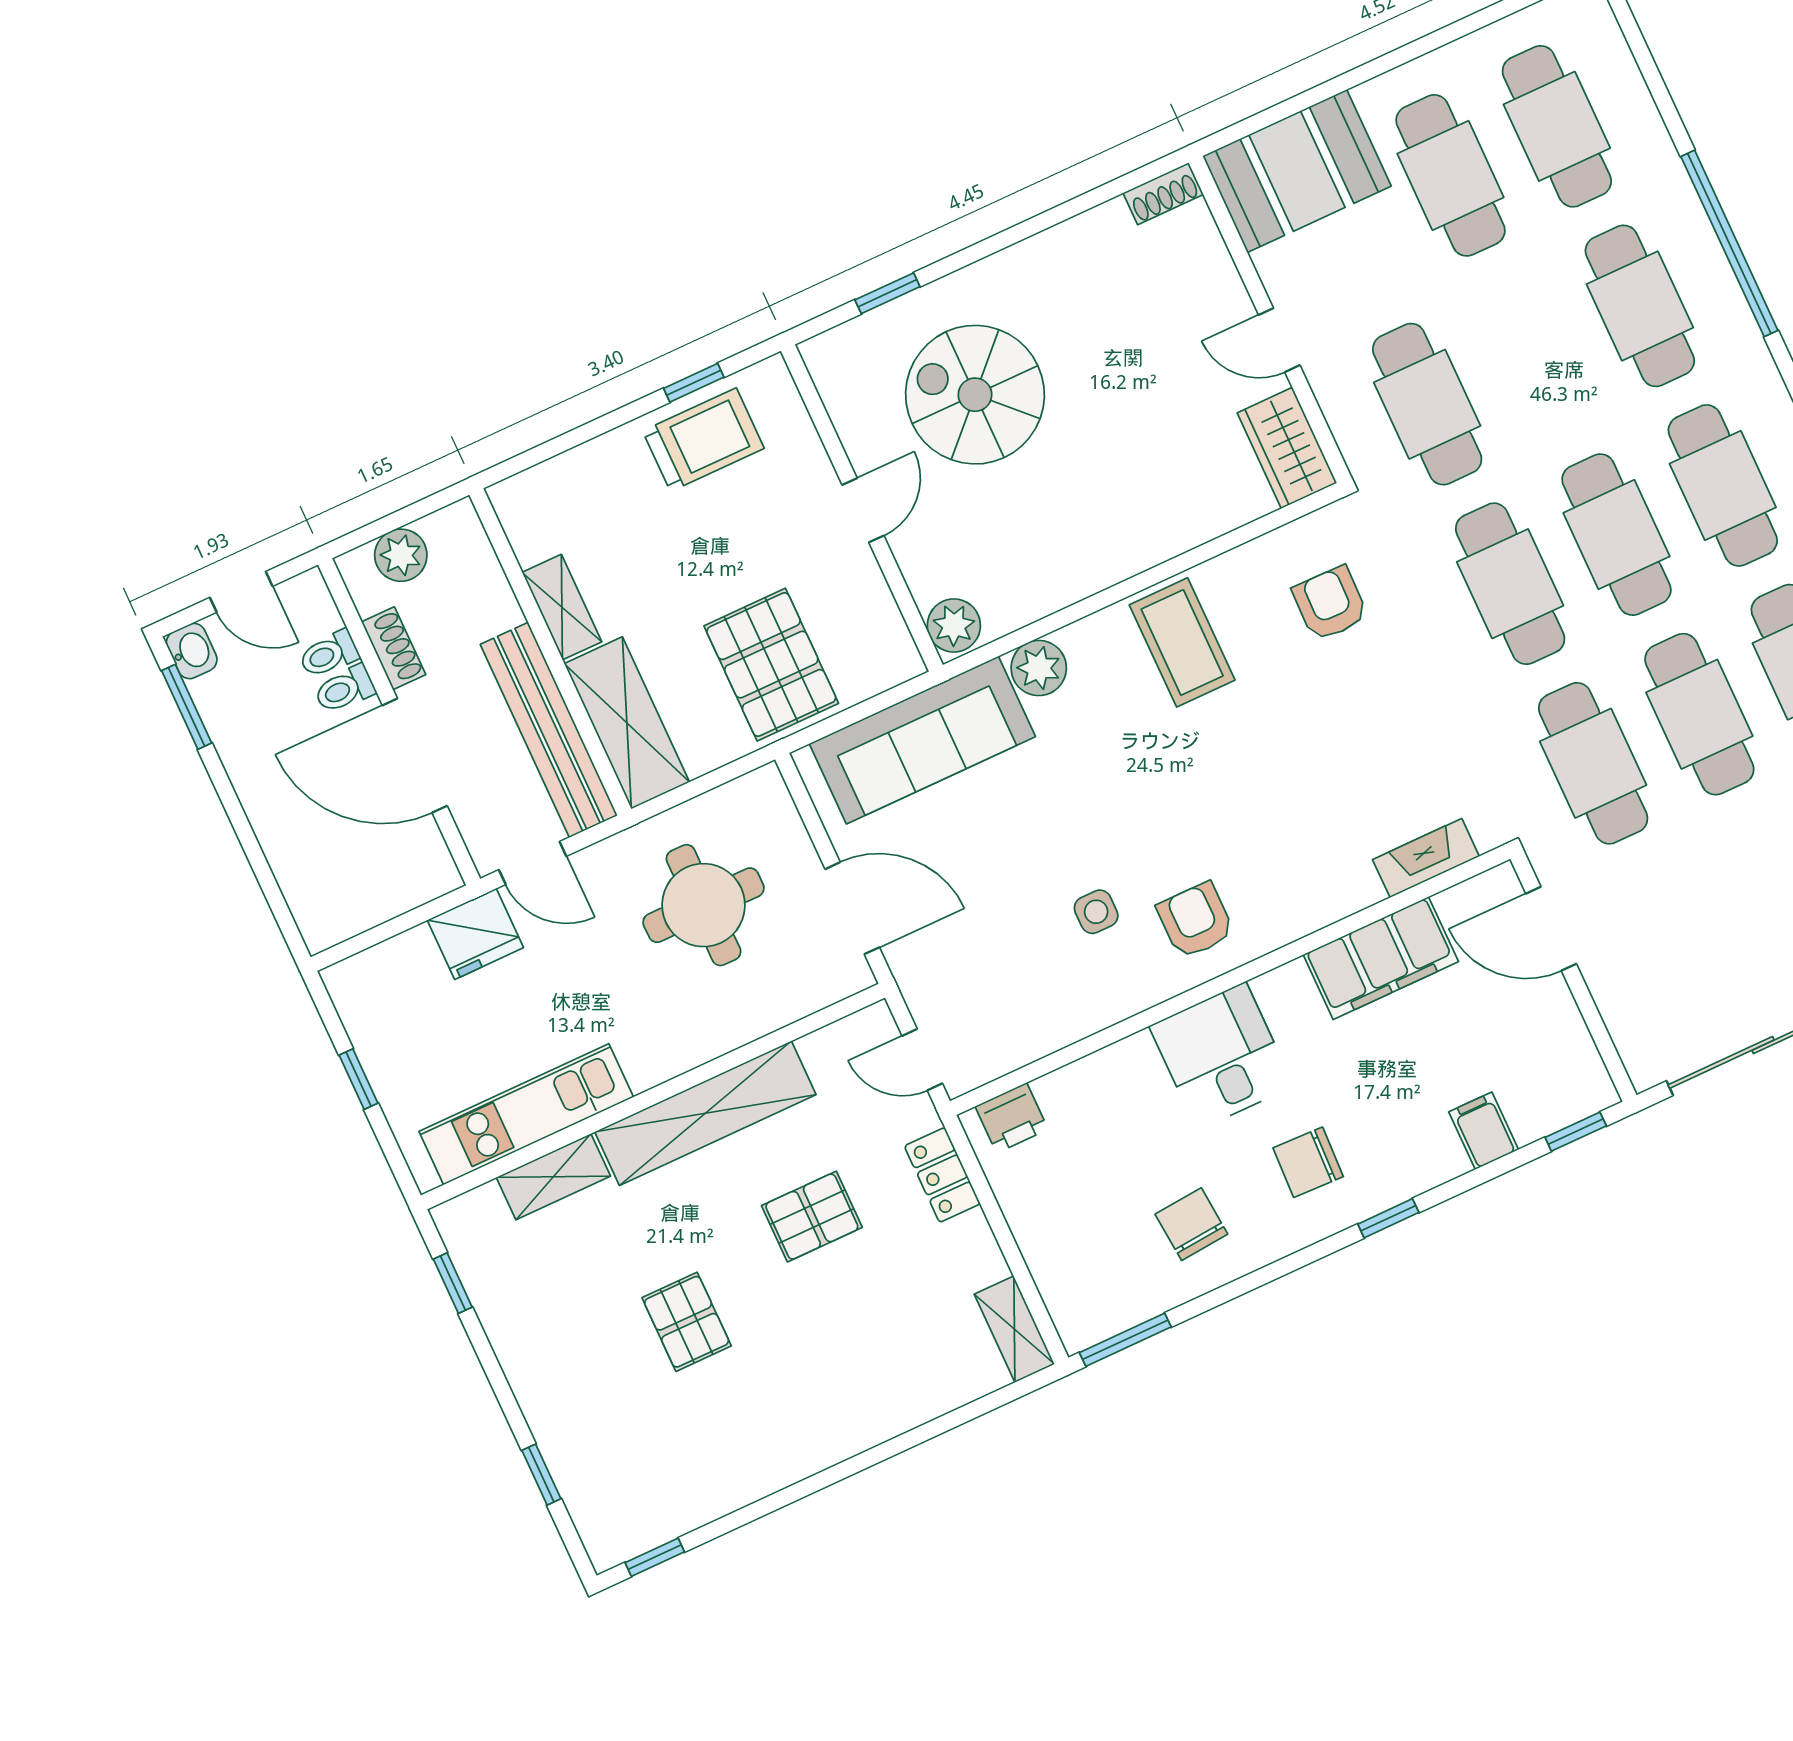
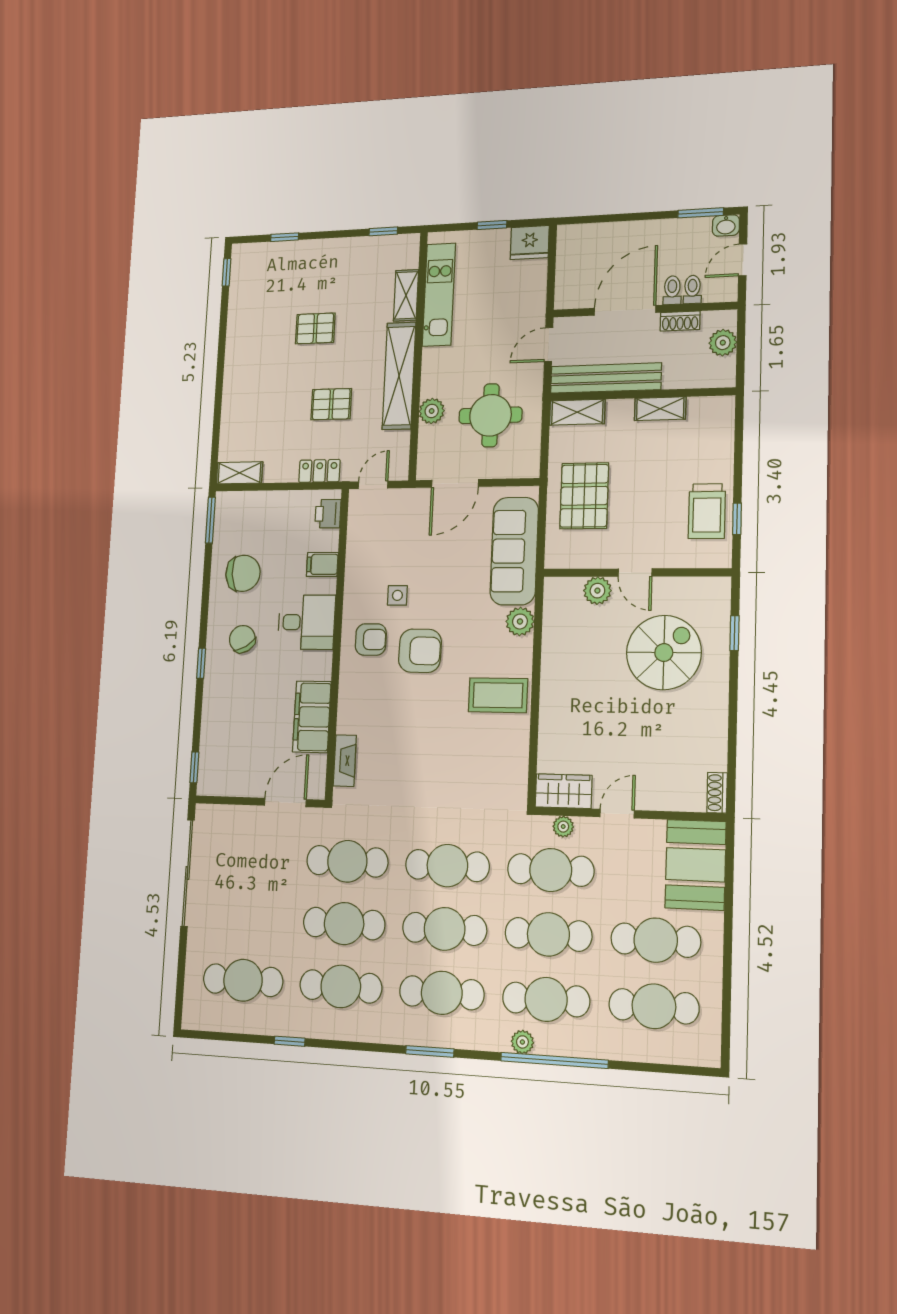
plant: (1728, 310) -> (522, 1042), added
cafe table: (1533, 355) -> (548, 934), added
plant: (1346, 419) -> (563, 827), added
armchair: (1330, 604) -> (420, 651), moved, width x1.38, depth x1.38
plant: (954, 625) -> (597, 591), moved
pallet: (771, 665) -> (584, 496), turned 90
shelving: (627, 723) -> (577, 412), width x0.67, depth x0.75
fridge: (475, 934) -> (530, 243), moved, turned -90
plant: (743, 1018) -> (432, 411), added
filing cabinet: (1484, 1131) -> (322, 564), moved, turned 180
chair: (1308, 1162) -> (242, 639), turned -33
pallet: (812, 1217) -> (331, 404), turned 90
chair: (1191, 1224) -> (243, 573), width x1.37, depth x1.37

